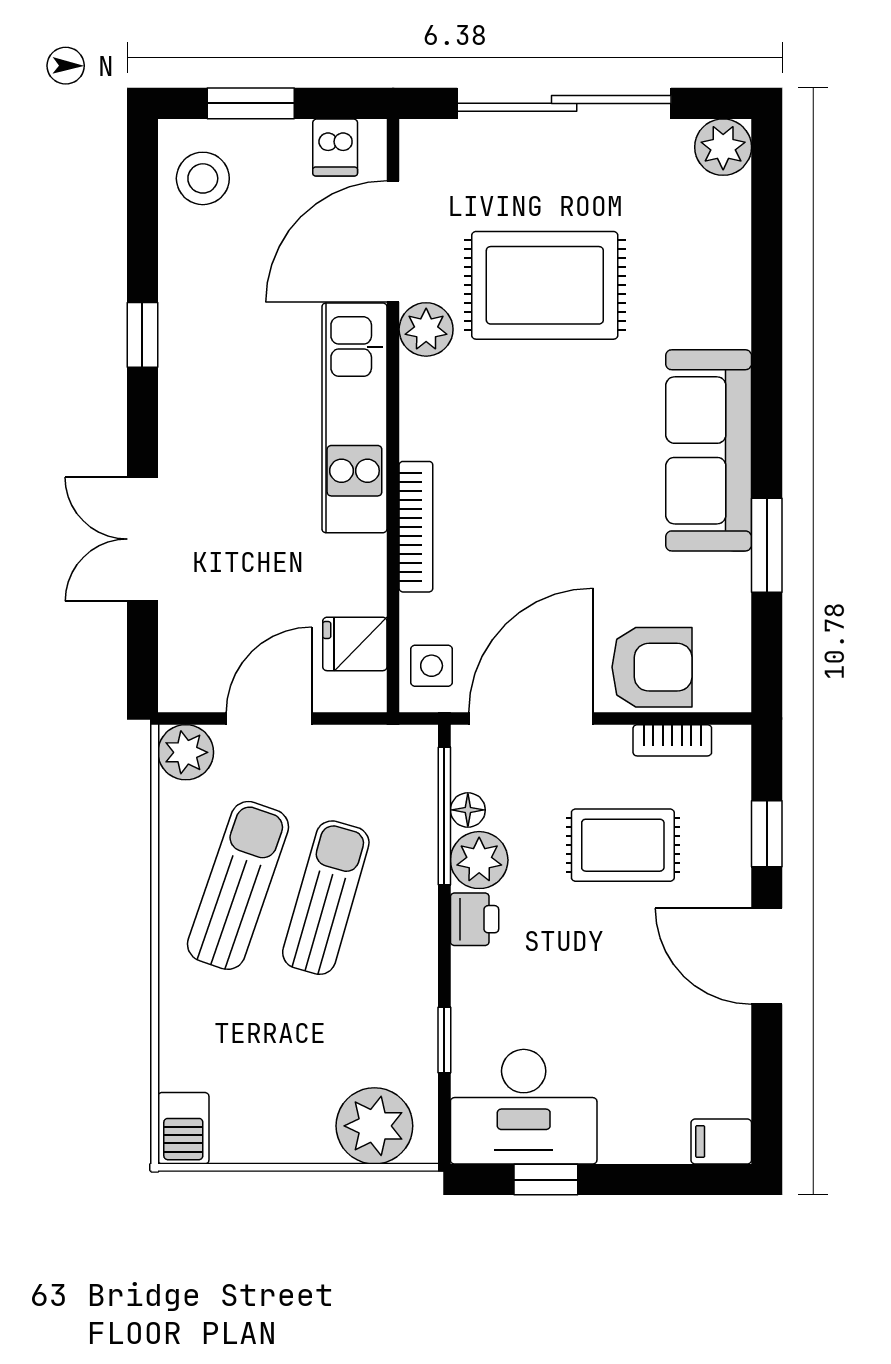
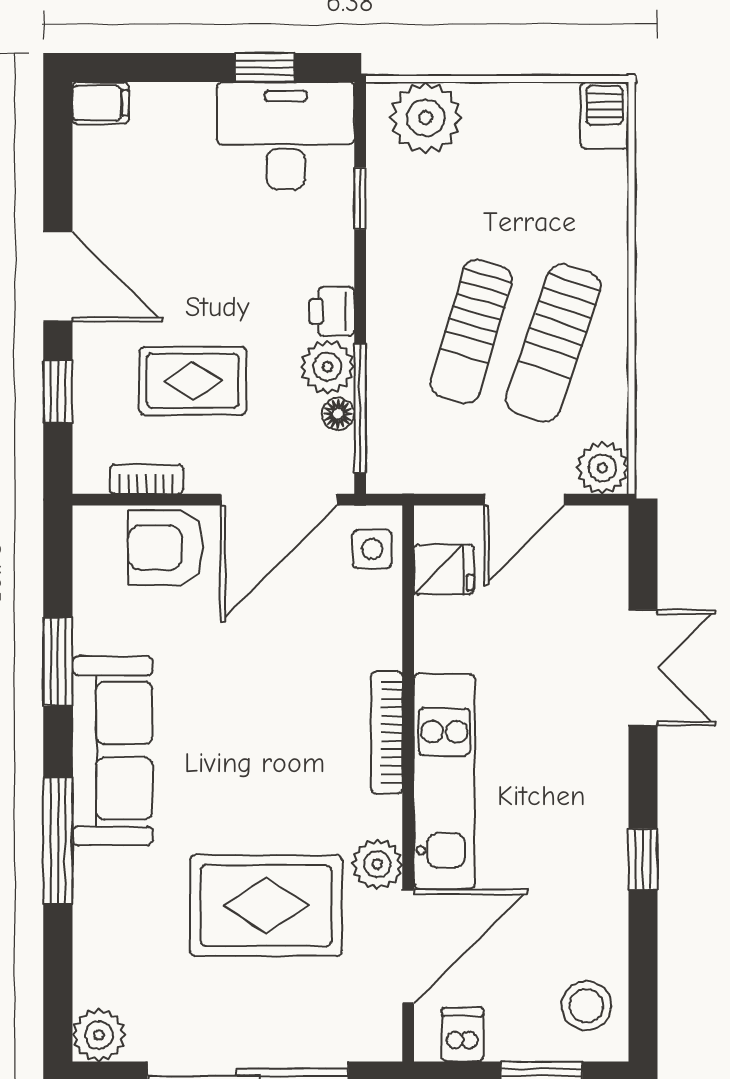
window: (767, 355) -> (58, 841), added
bookcase: (416, 527) -> (387, 733), moved

